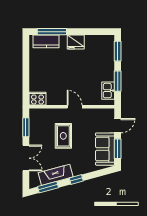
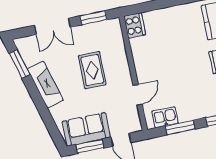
door: (75, 107) -> (138, 95), moved
rug: (63, 136) -> (92, 70), turned 90
fireplace: (56, 175) -> (45, 85), moved
window: (76, 179) -> (38, 99), removed

